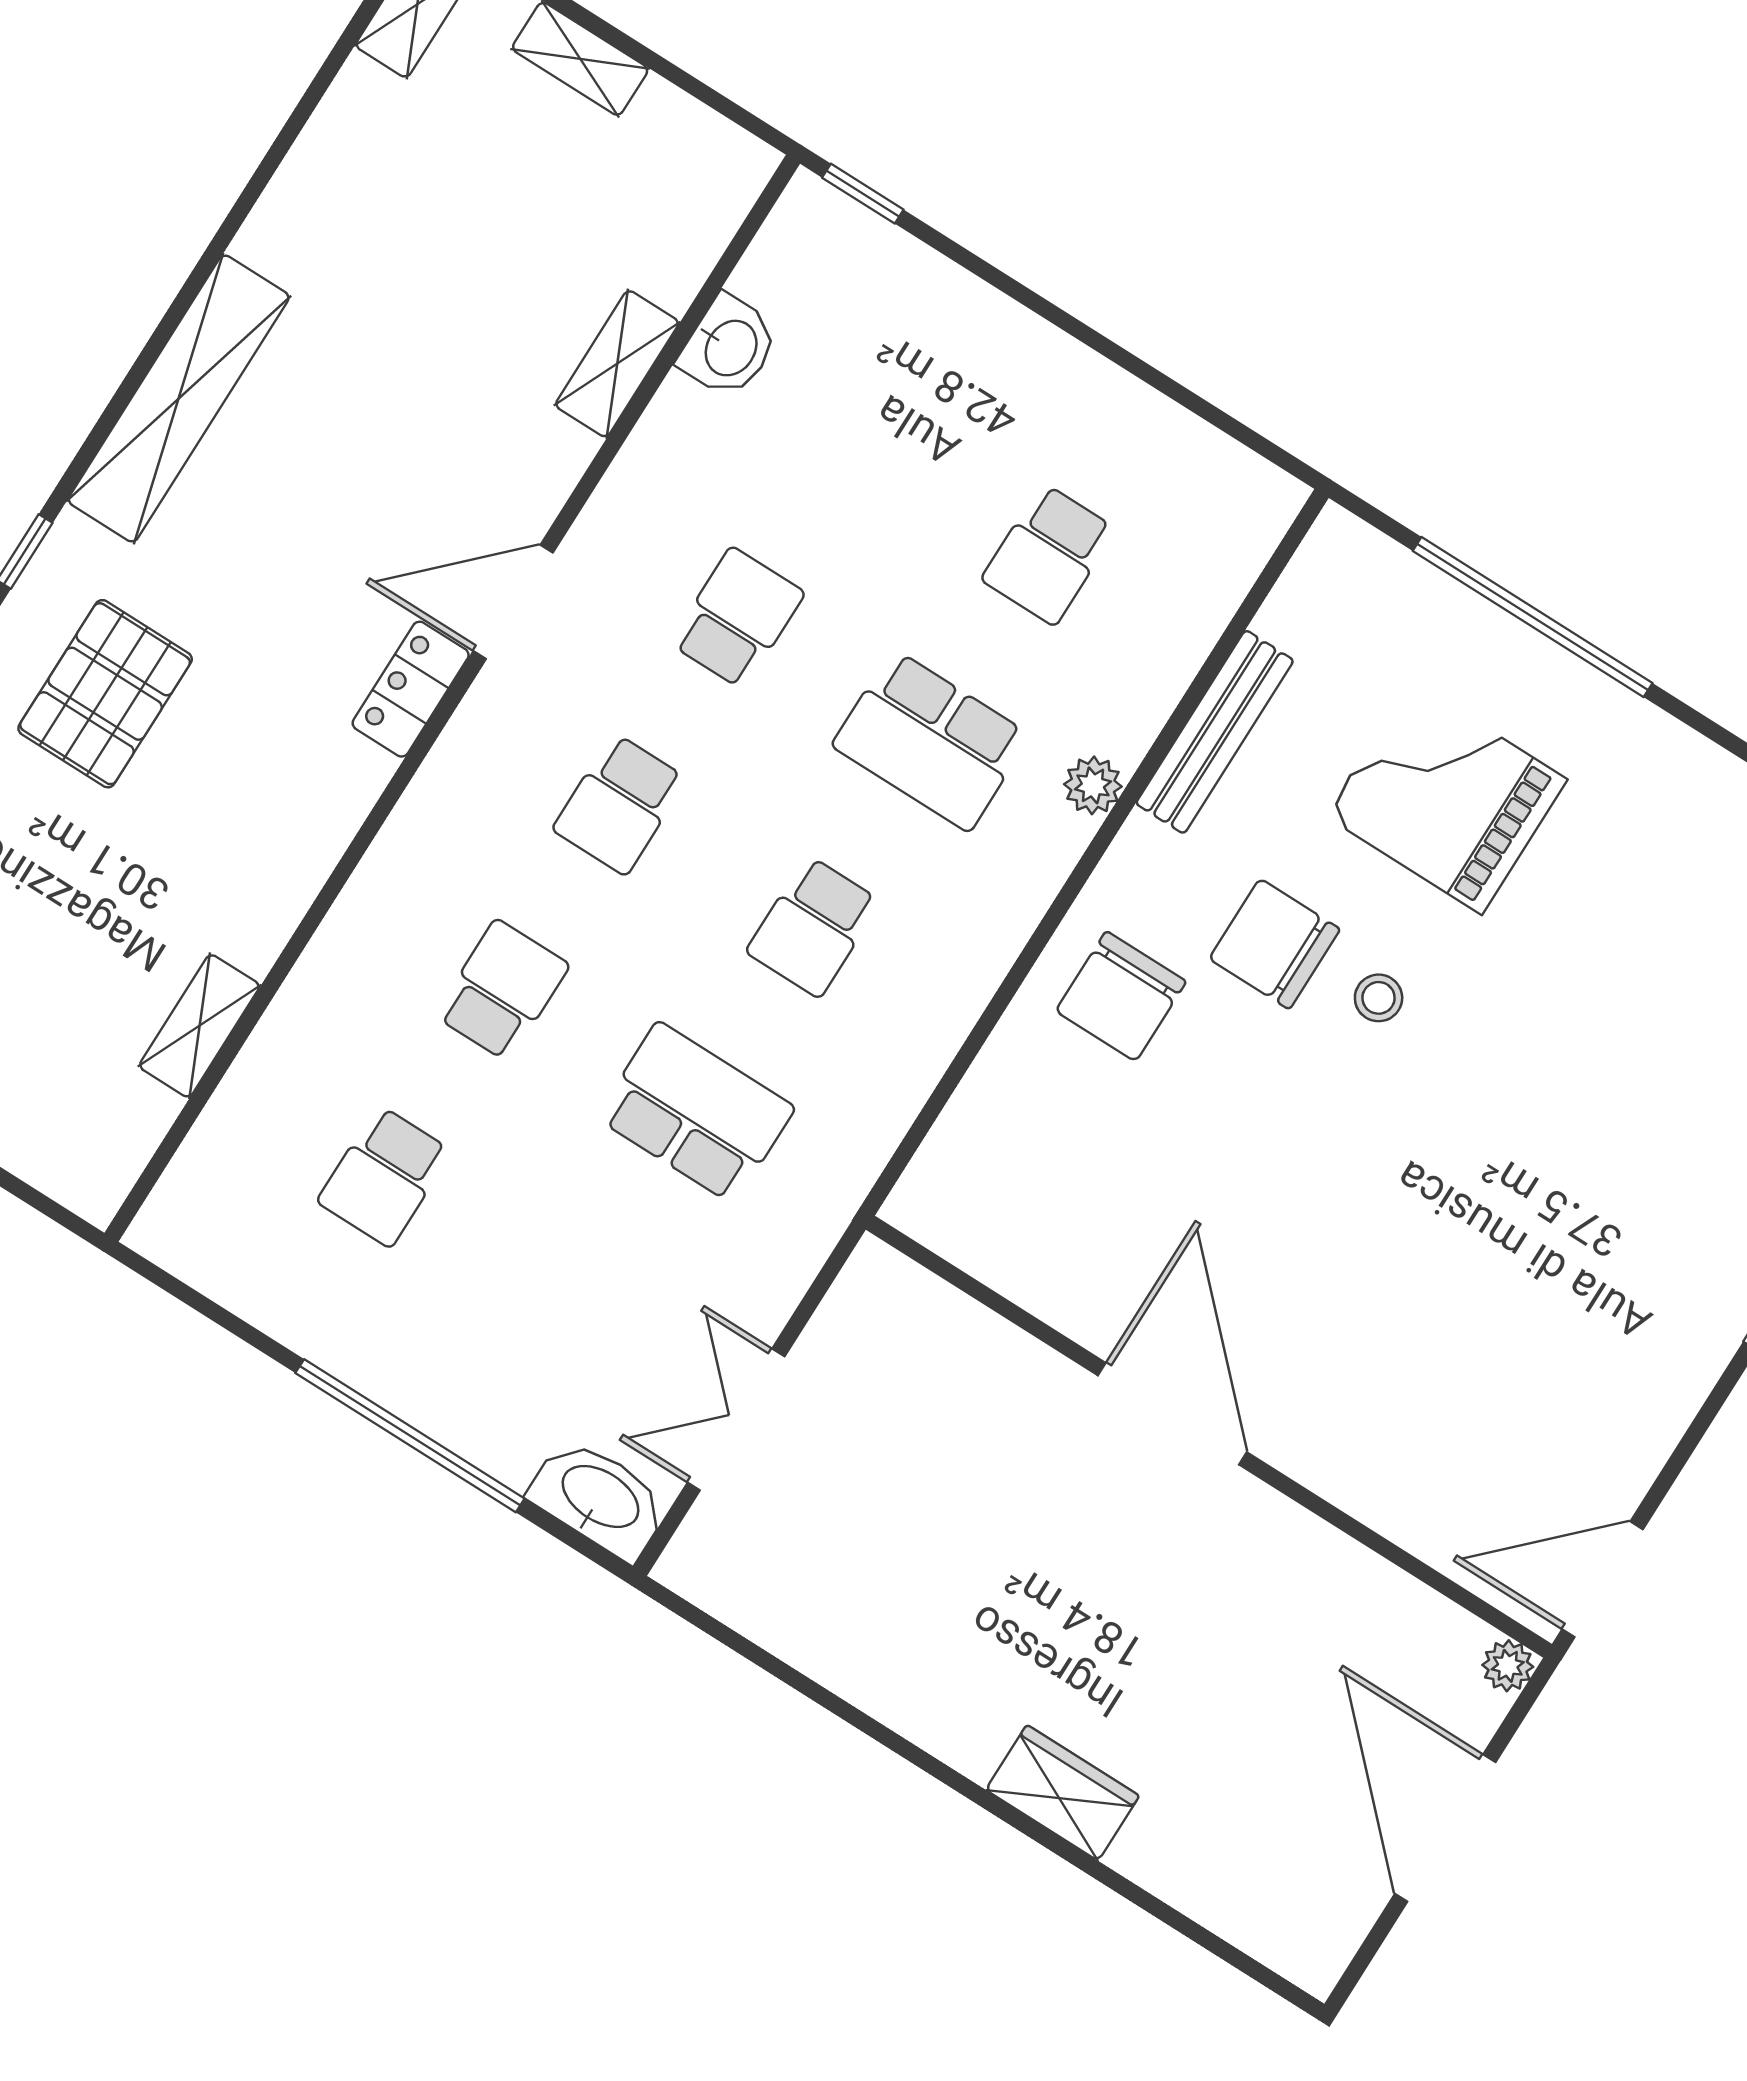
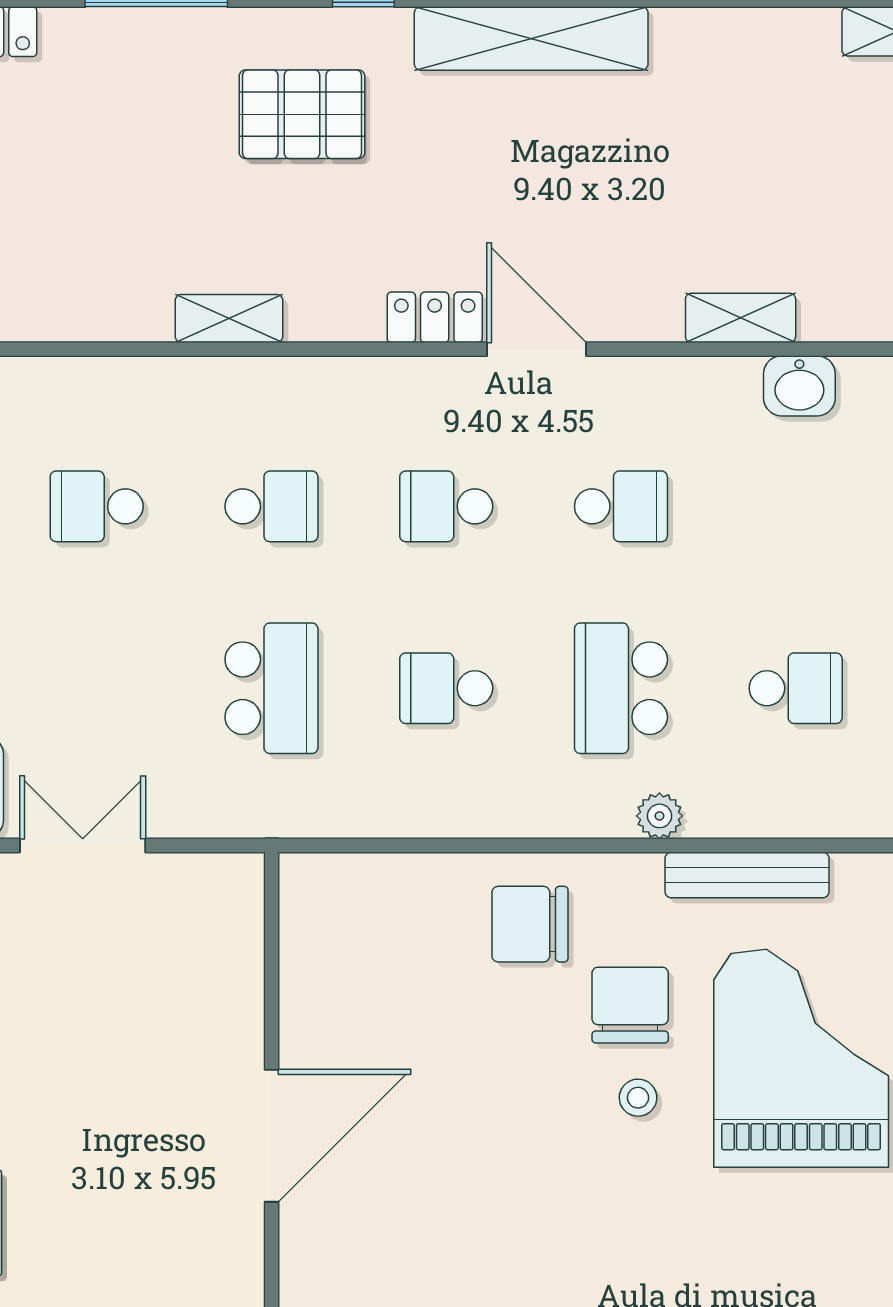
school desk: (1049, 554) -> (796, 688), turned 180
grand piano: (1446, 798) -> (801, 1058), width x1.37, depth x1.48
shelving: (199, 1026) -> (229, 318), moved

